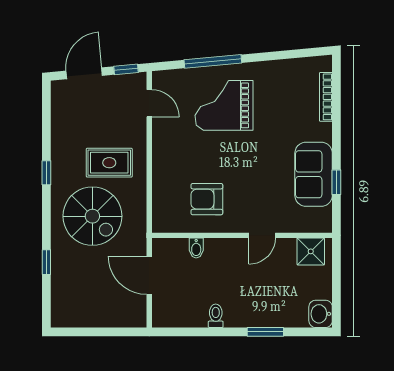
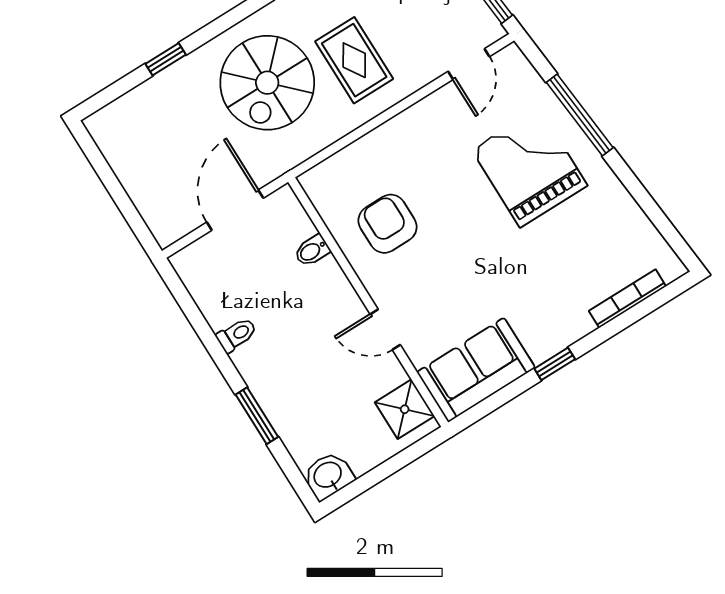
sofa: (314, 174) -> (476, 370), moved
window: (336, 182) -> (555, 364), moved

